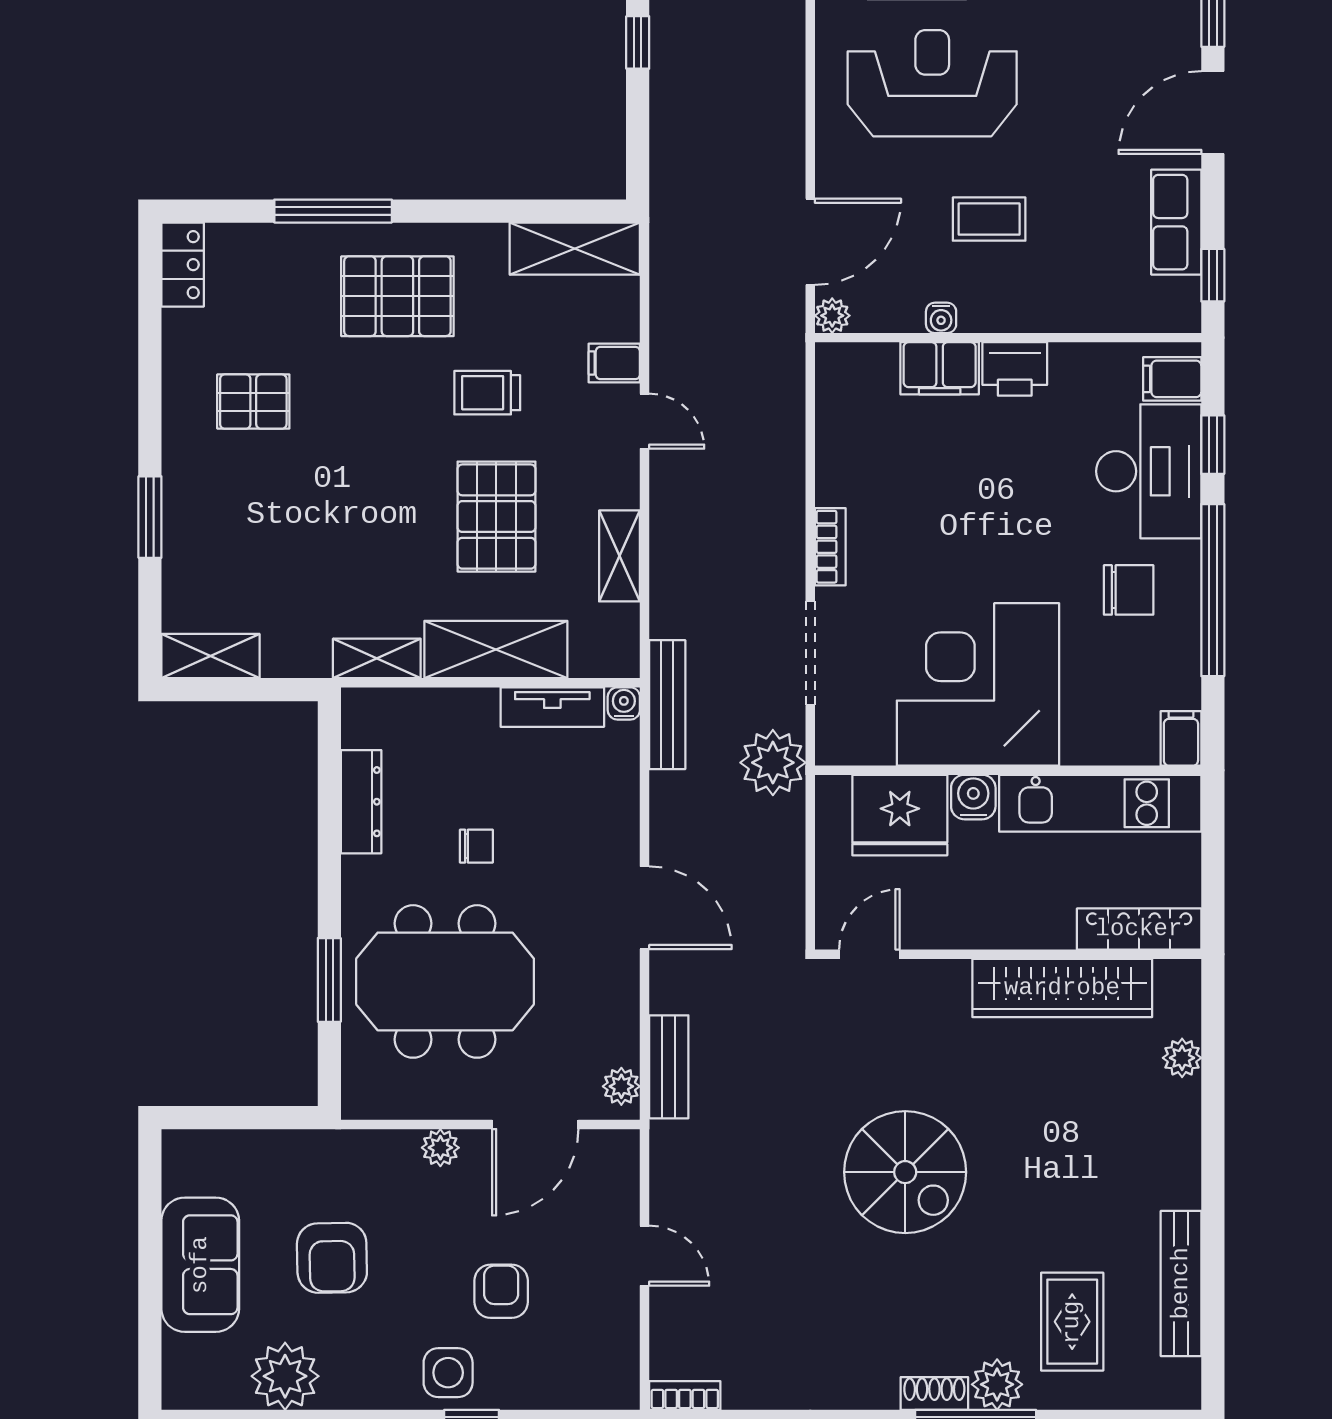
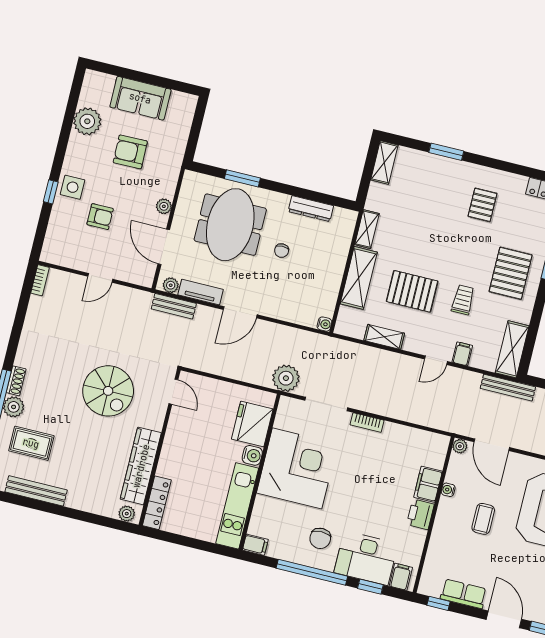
bench: (667, 705) -> (508, 388), moved
tv unit: (552, 707) -> (201, 292), moved, turned 90
locker: (1139, 929) -> (157, 503), moved
door: (869, 954) -> (173, 392), moved
wall: (1008, 954) -> (160, 447), moved
wardrobe: (1062, 988) -> (141, 466), moved
spiral stairs: (905, 1172) -> (108, 391), turned -90

